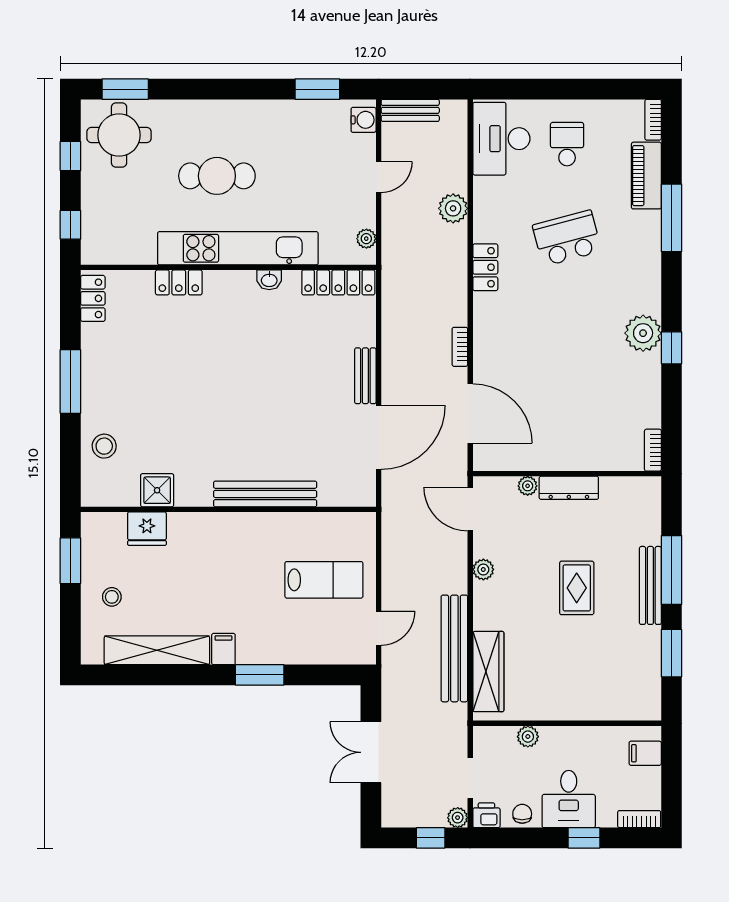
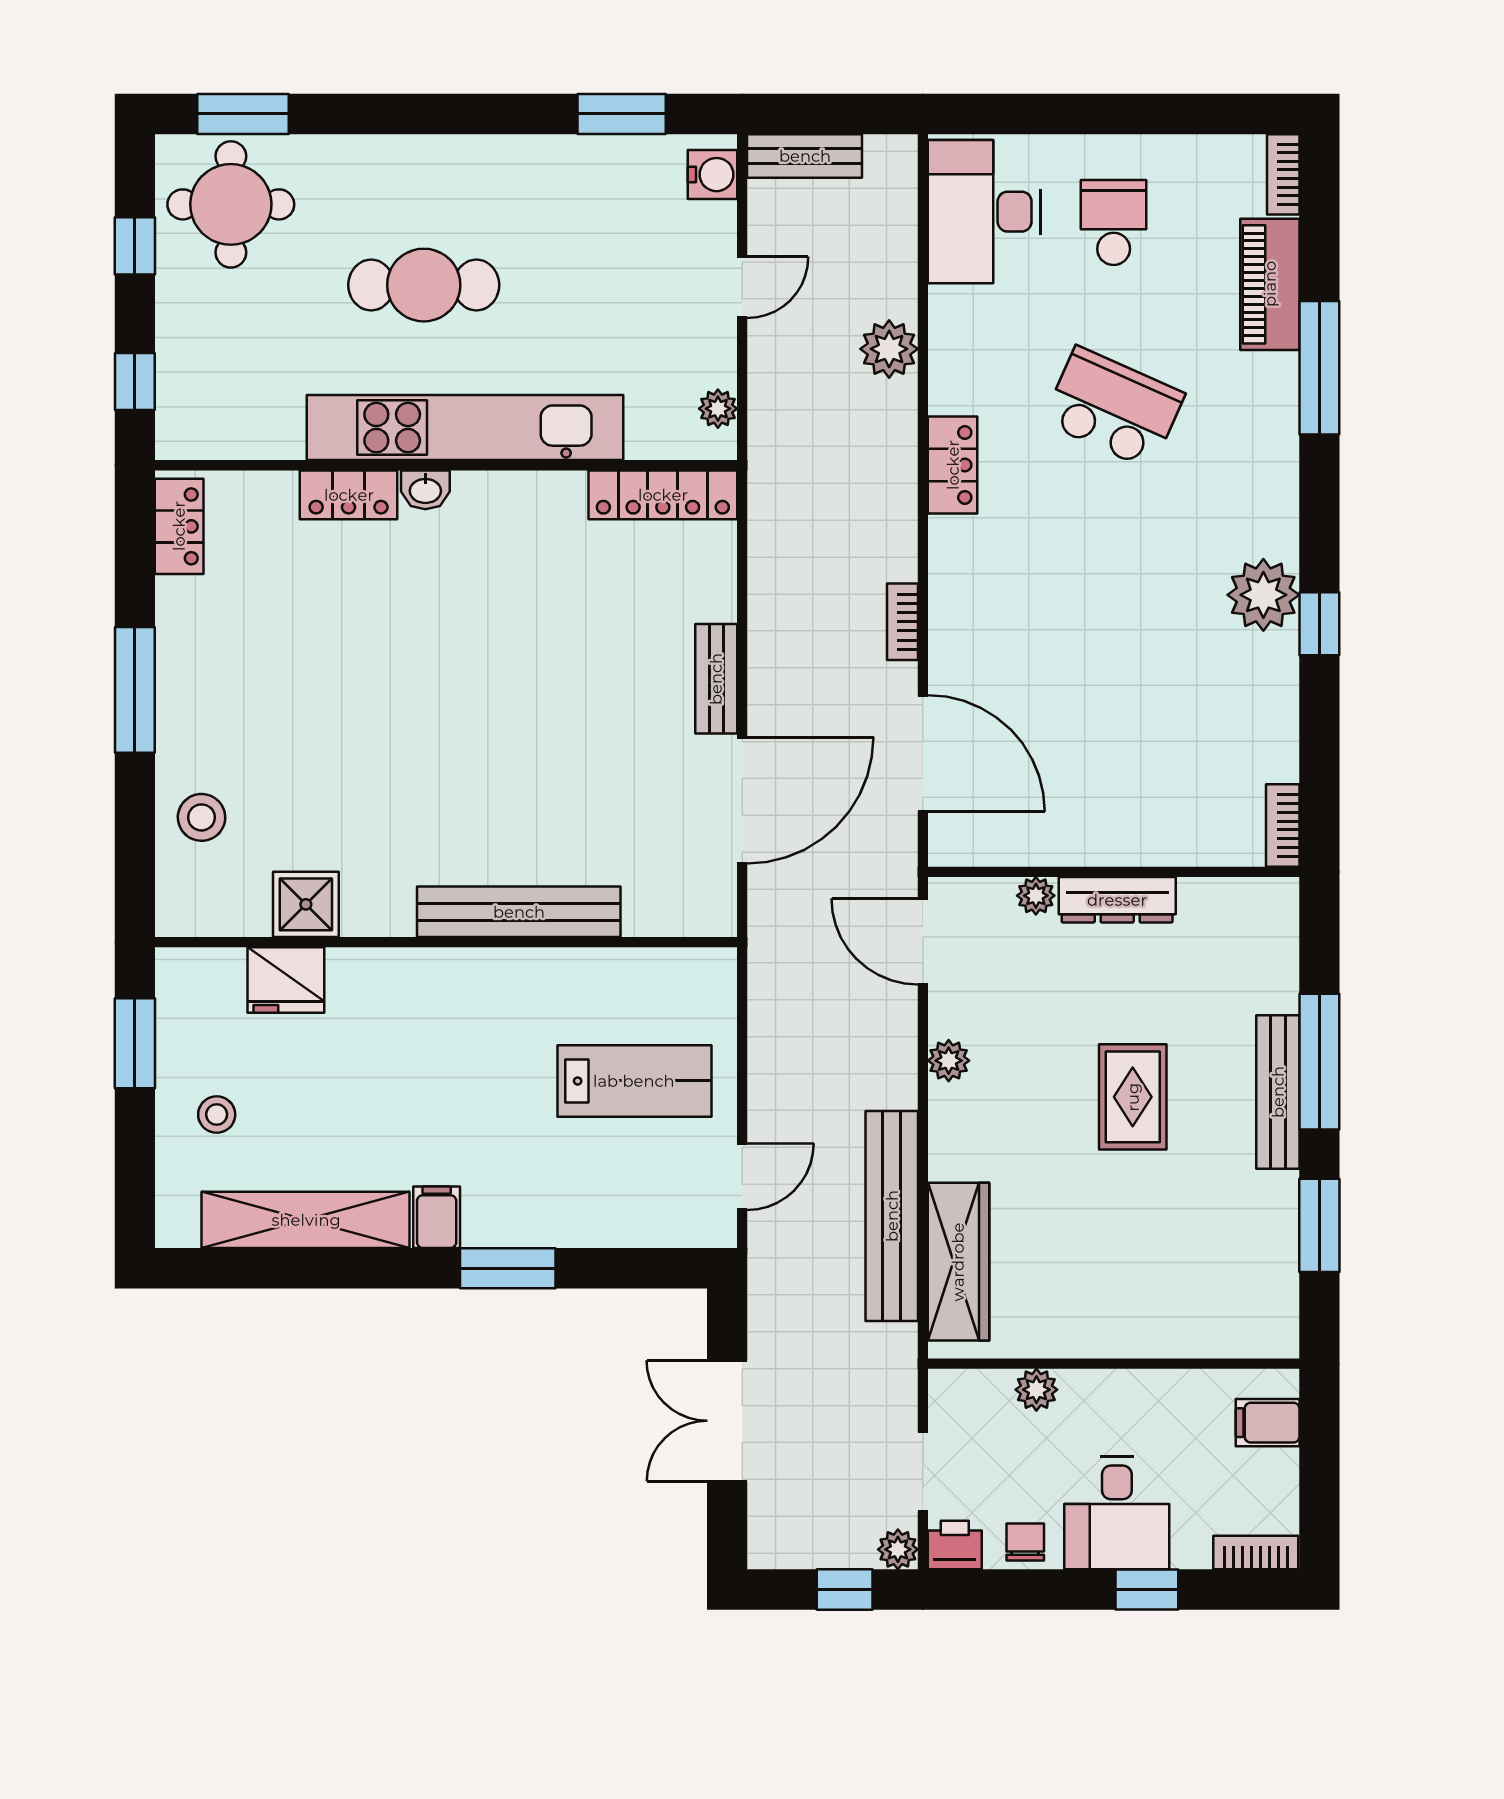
school desk: (567, 238) -> (1114, 408), turned 39
washbasin: (269, 280) -> (425, 490), moved

